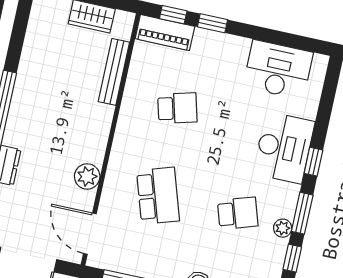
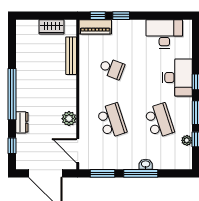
school desk: (177, 108) -> (112, 68), turned 36
school desk: (238, 213) -> (159, 121), width x1.85
plant: (283, 228) -> (187, 140), moved

